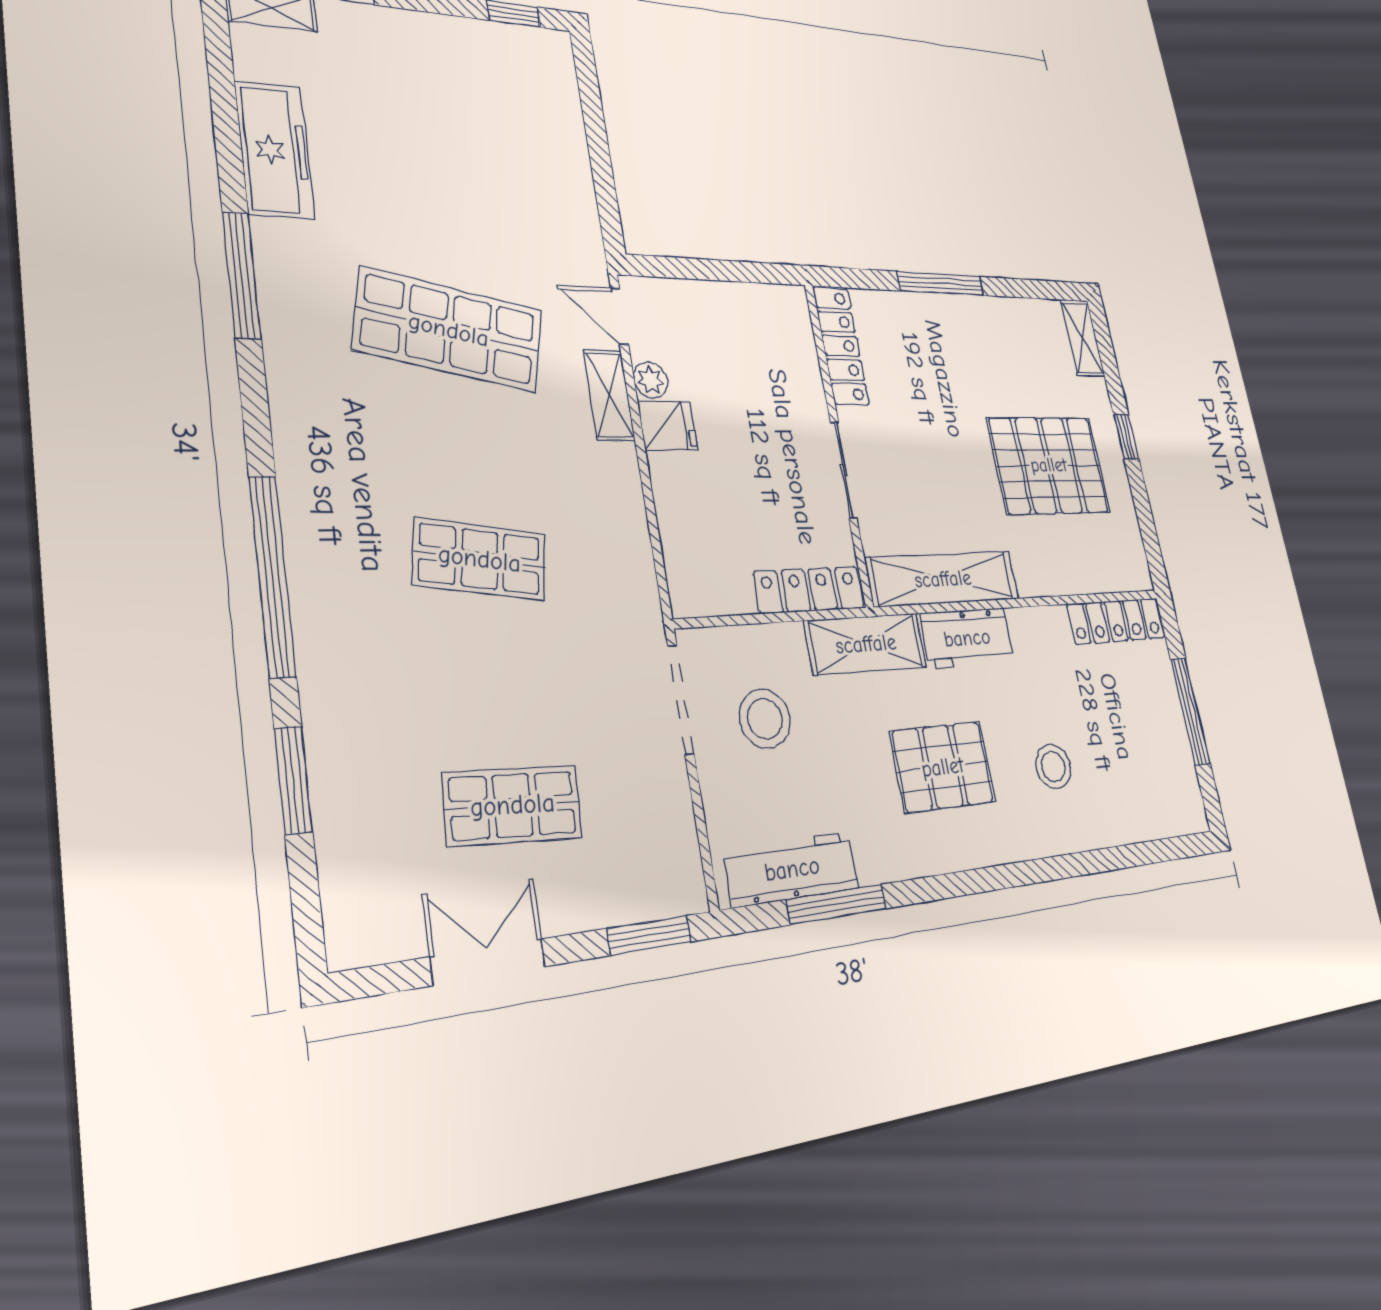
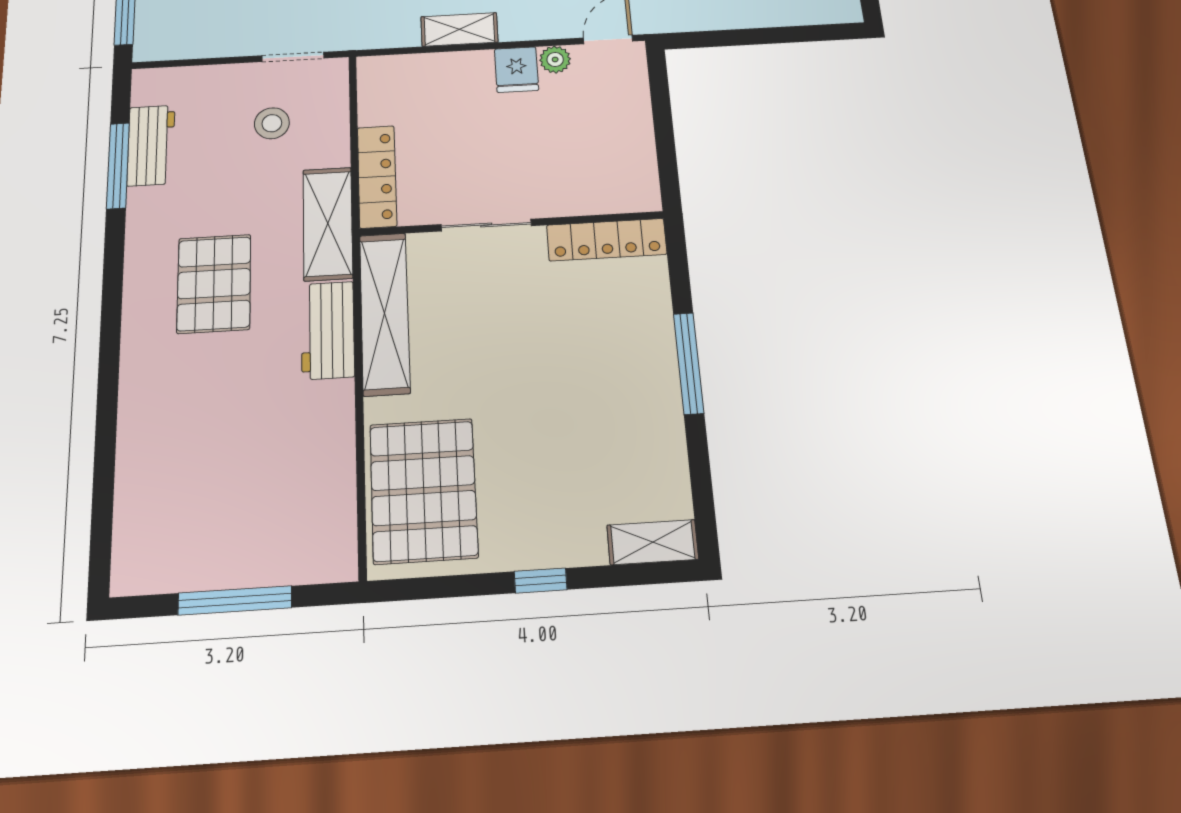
shelving: (609, 395) -> (459, 29), moved
pallet: (1049, 465) -> (423, 491), moved
locker: (1116, 621) -> (336, 518), removed
doorway: (681, 700) -> (293, 57), width x0.73
stool: (765, 719) -> (272, 123), width x0.73, depth x0.73
stool: (1053, 766) -> (200, 406), removed
workbench: (792, 869) -> (151, 145), width x0.73

